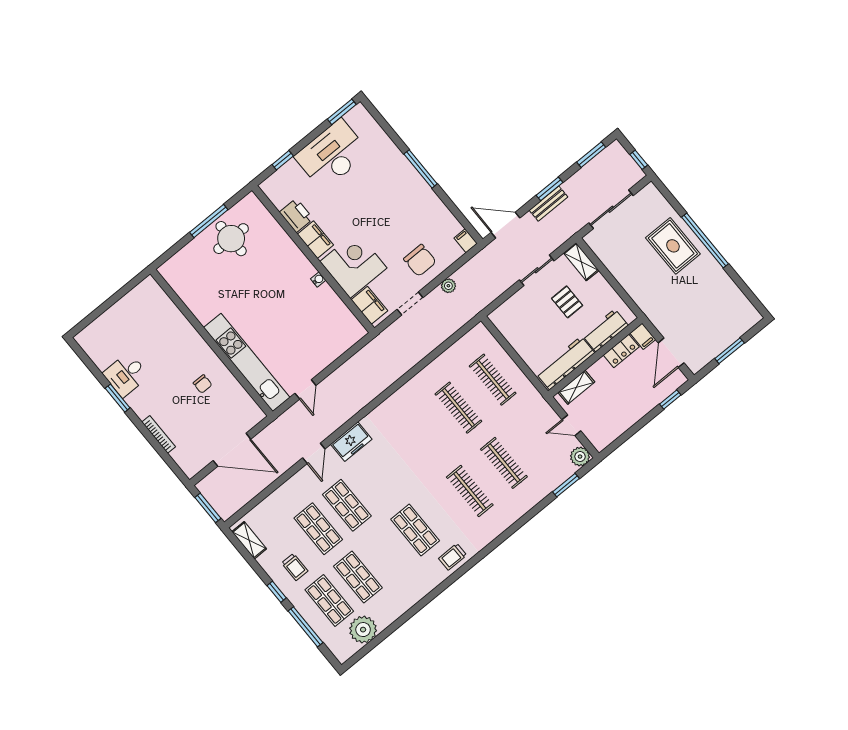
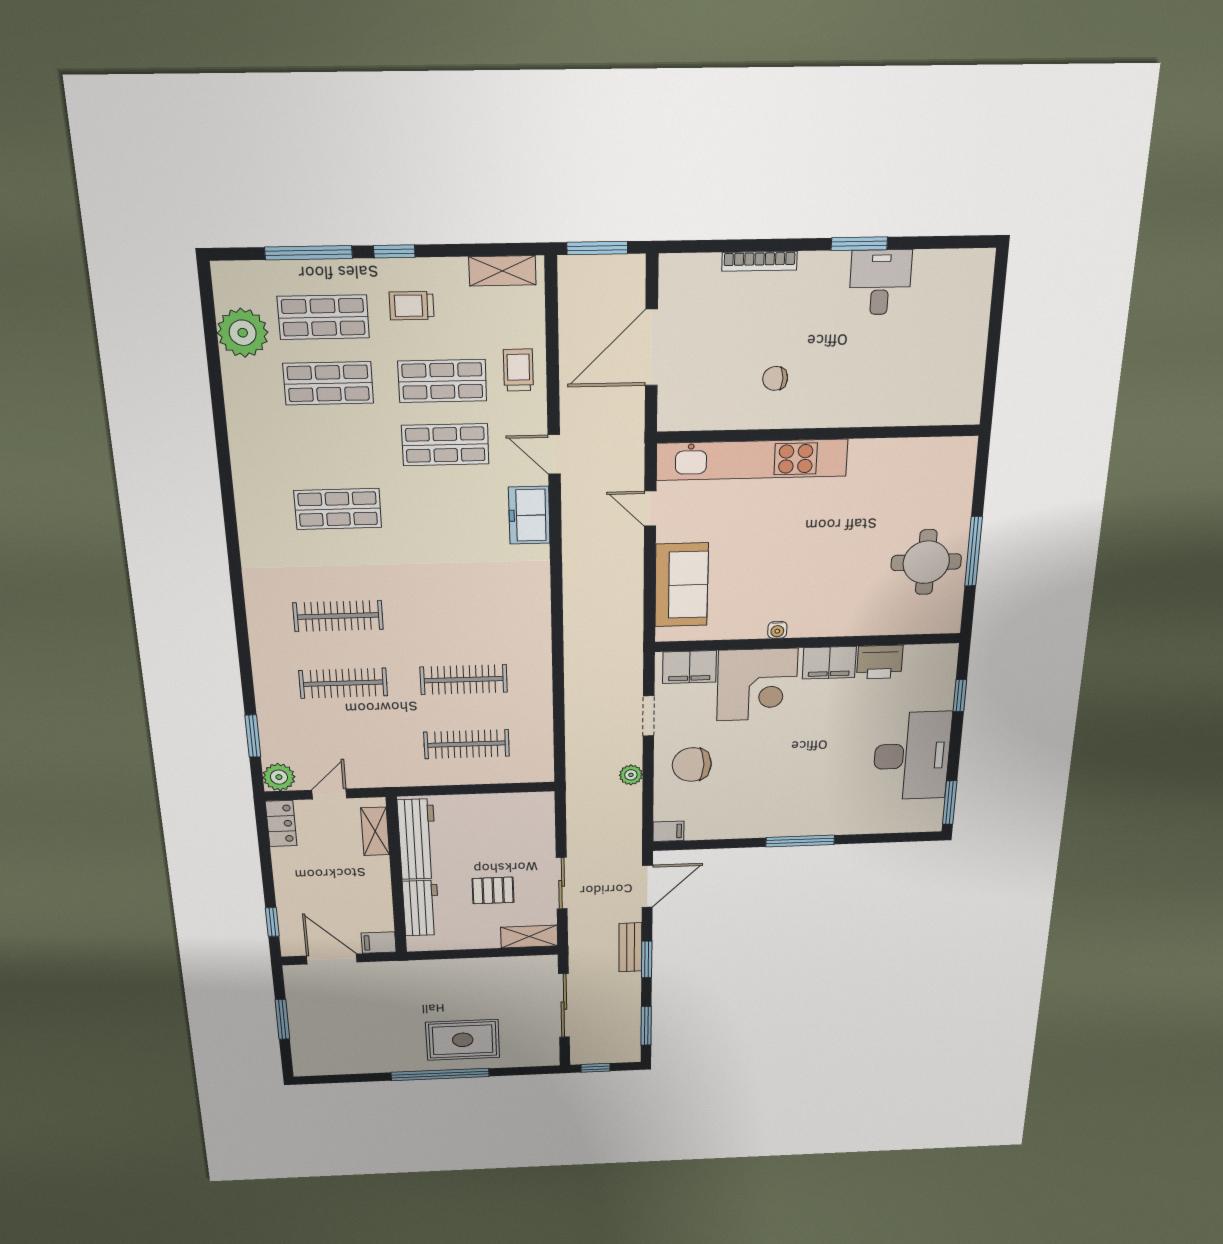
sofa: (331, 344) -> (681, 585), added
locker: (621, 351) -> (281, 823), moved, turned 180
trolley: (453, 557) -> (518, 370), moved

